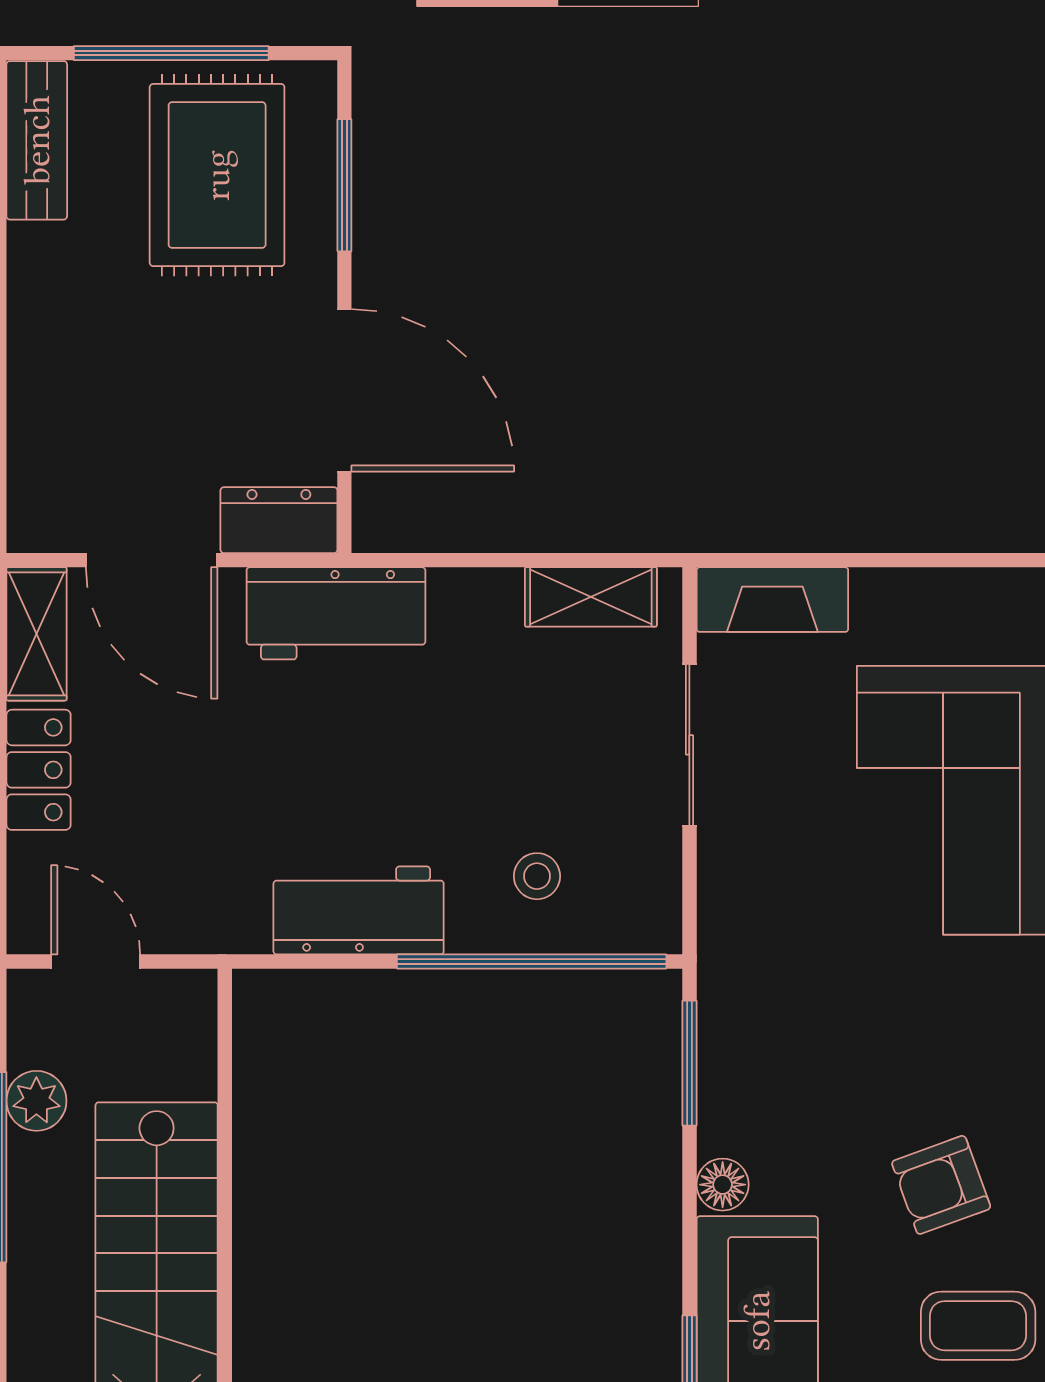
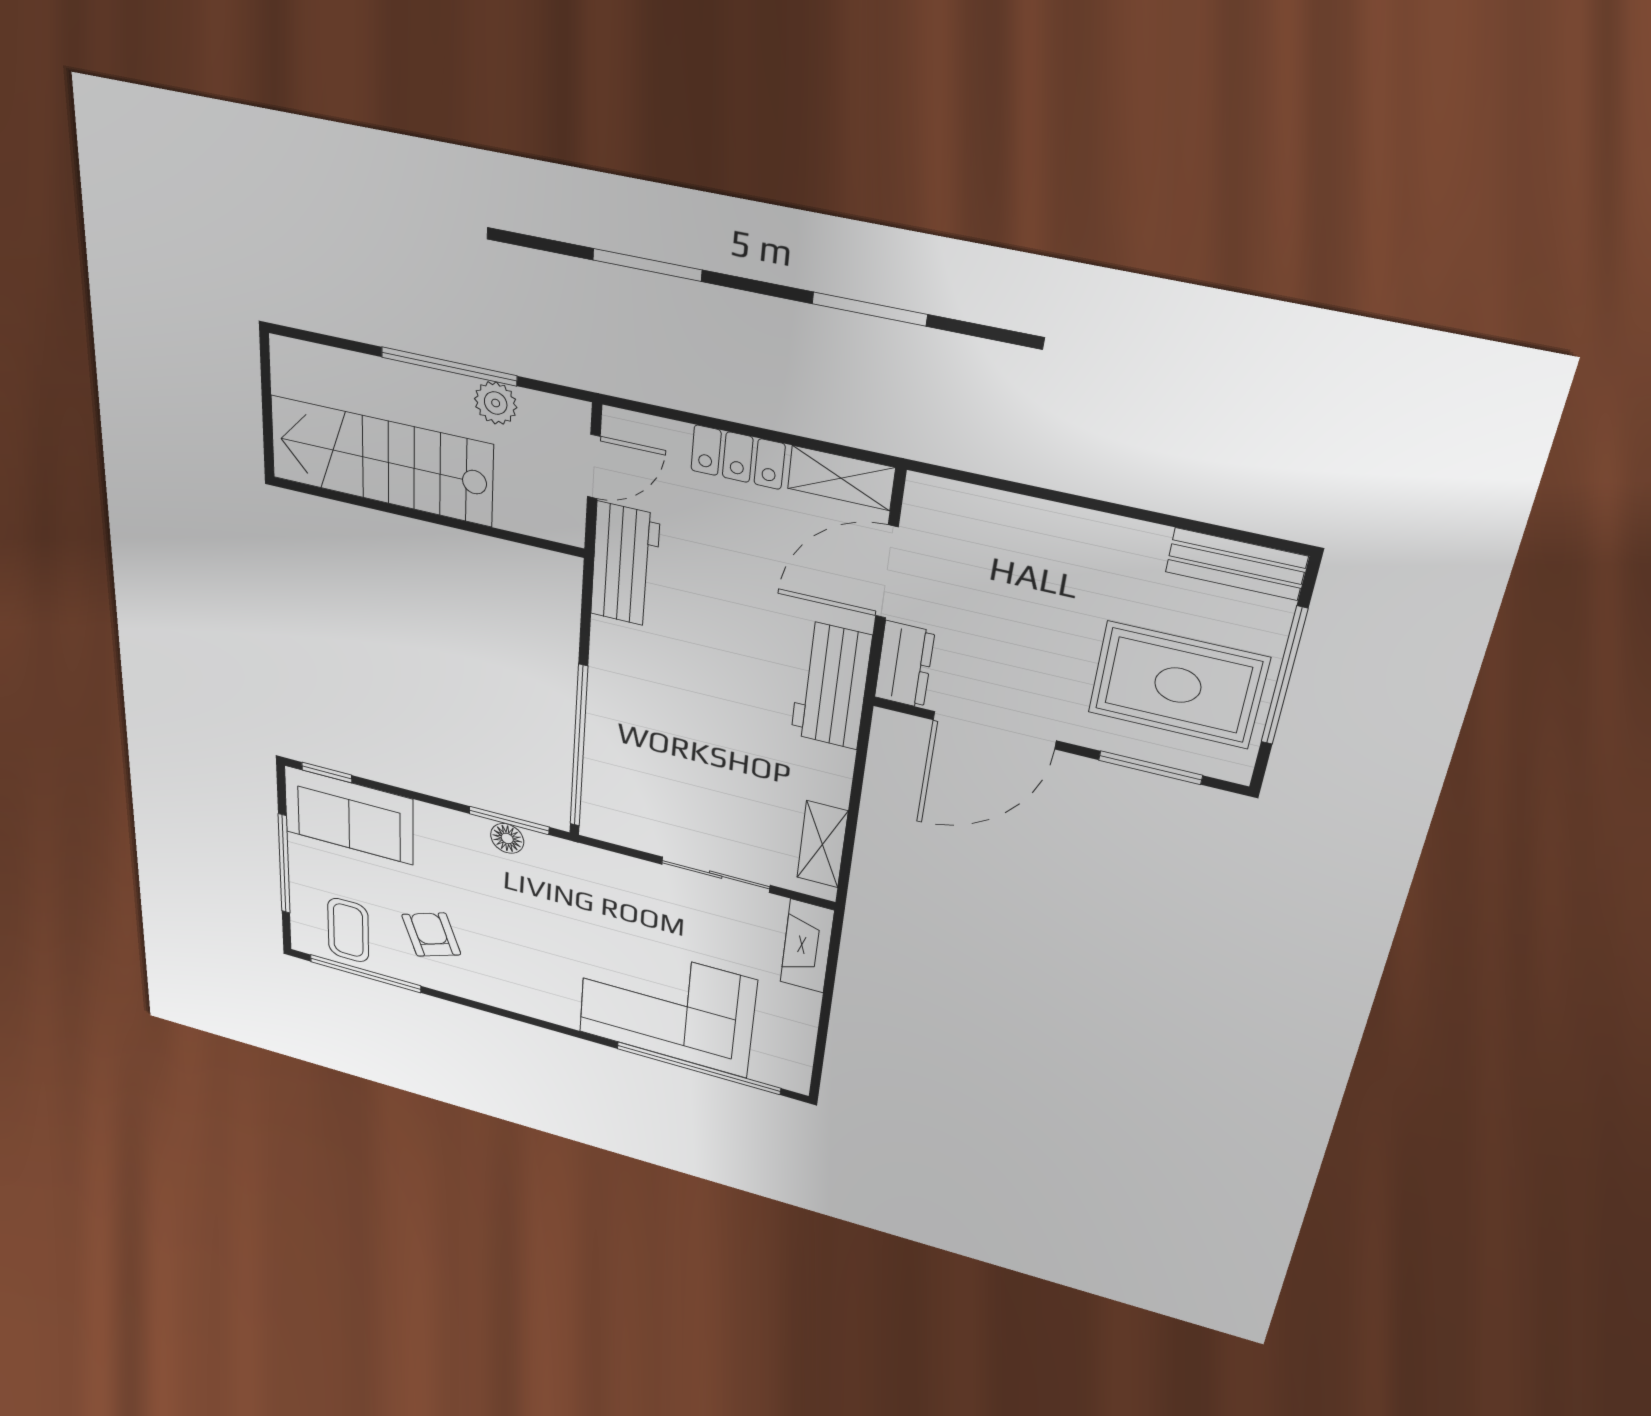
stool: (537, 876) -> (636, 764), removed
workbench: (359, 910) -> (625, 565), moved
floor lamp: (723, 1185) -> (507, 838), moved

